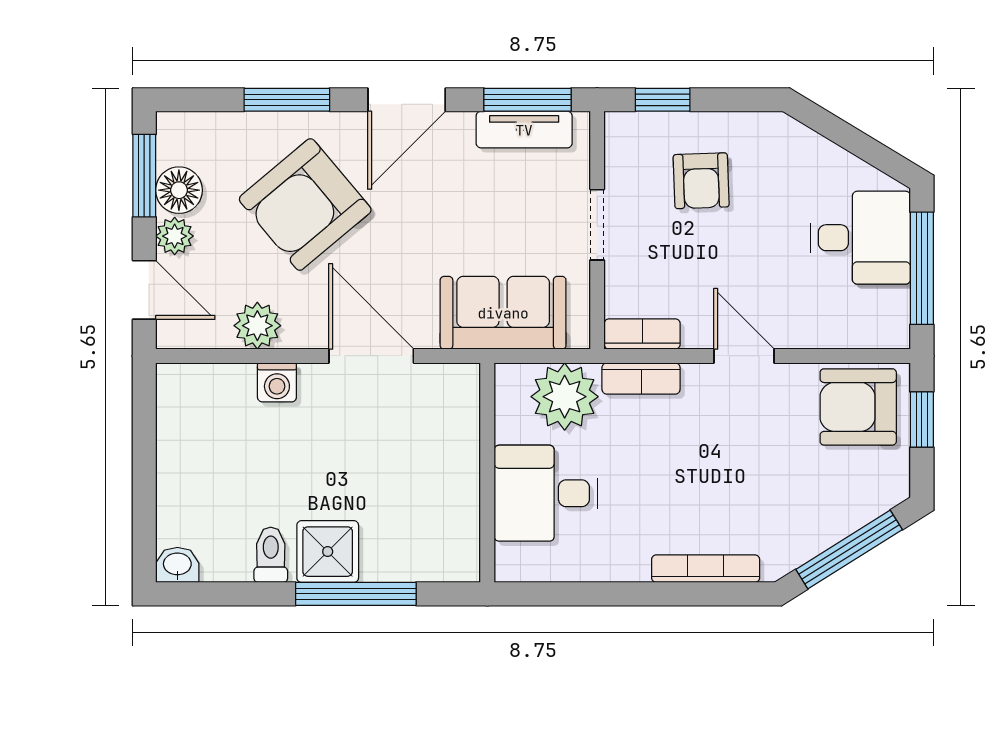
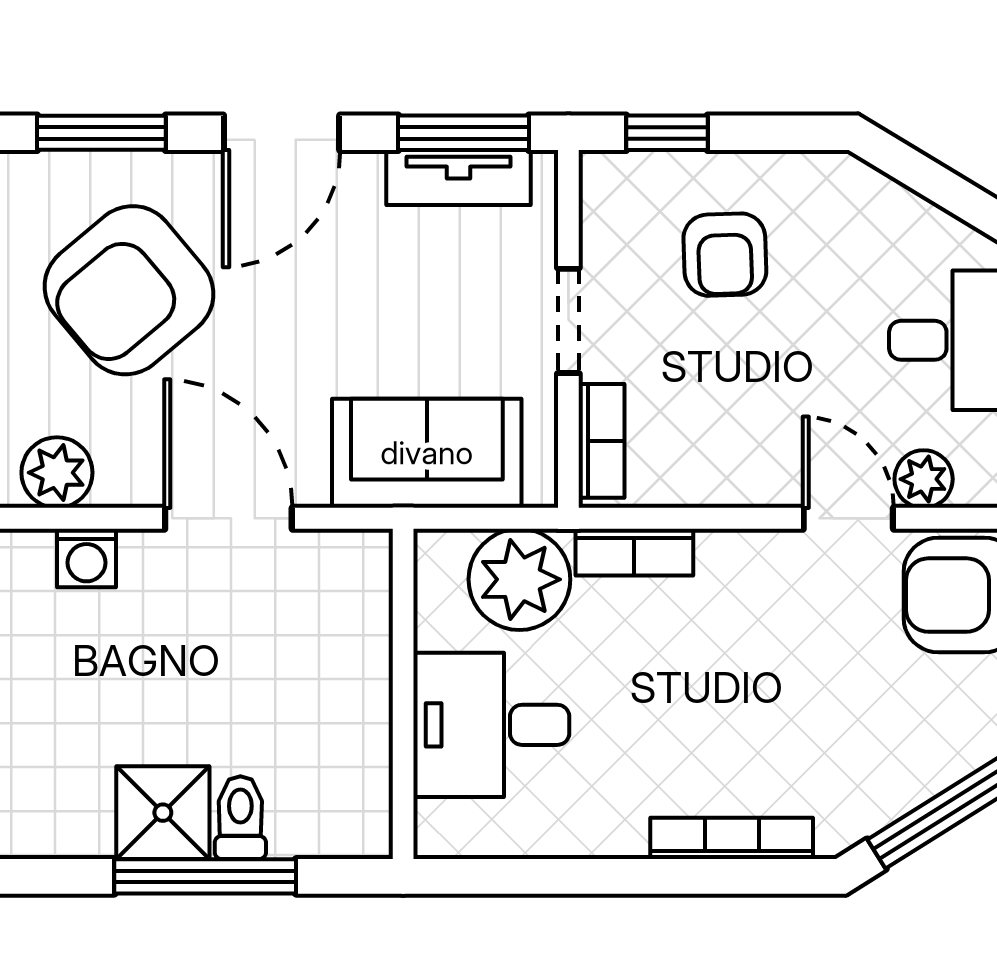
plant: (833, 330) -> (924, 479), added
bookcase: (642, 334) -> (602, 441), moved, turned 90
door: (744, 356) -> (848, 518), moved
toilet: (271, 555) -> (240, 818), moved

